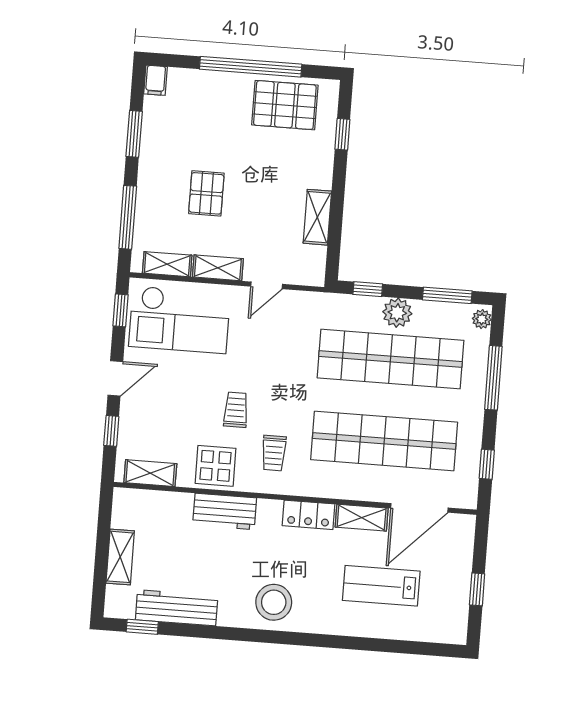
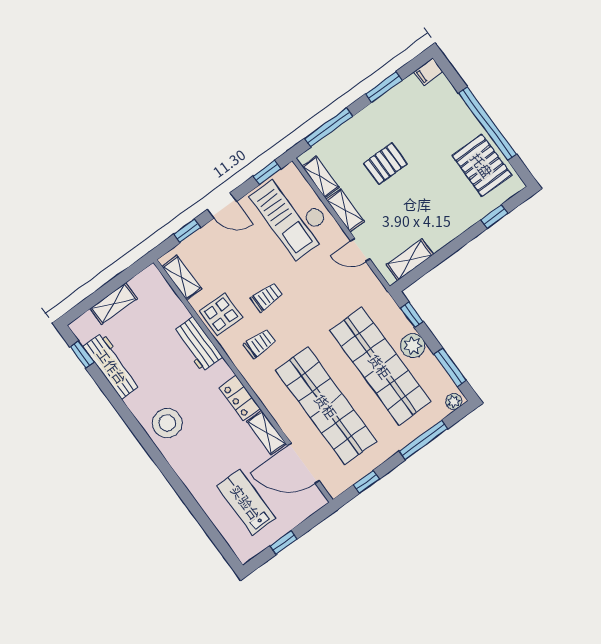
shelving: (317, 217) -> (410, 260), moved
trolley: (274, 453) -> (260, 344), turned 180
lab bench: (381, 586) -> (246, 502), moved

